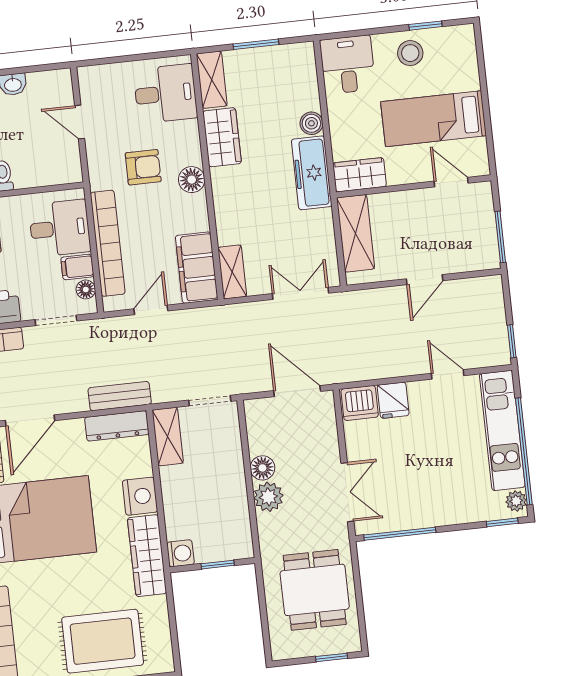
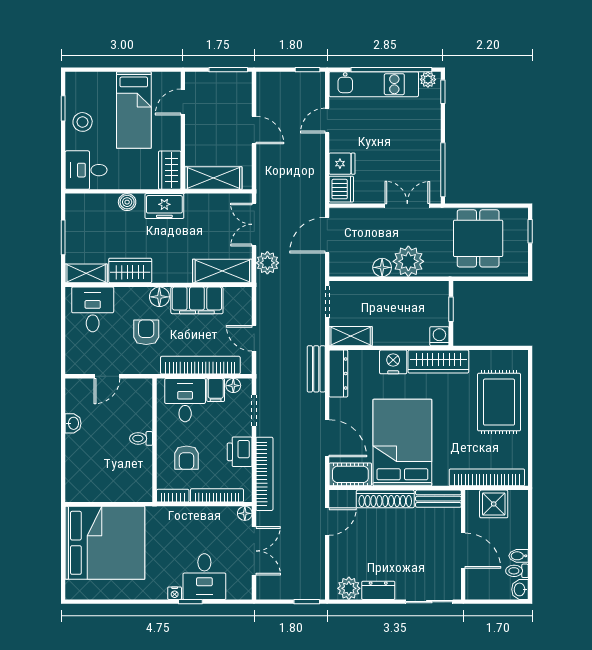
freezer: (312, 173) -> (164, 206), width x0.71
filing cabinet: (197, 268) -> (197, 300), moved
shelving: (232, 272) -> (222, 271), width x1.50, depth x1.33
plant: (252, 317) -> (267, 263), added
plant: (268, 497) -> (408, 261), width x1.36, depth x1.36
dining table: (315, 590) -> (478, 238), turned 90

